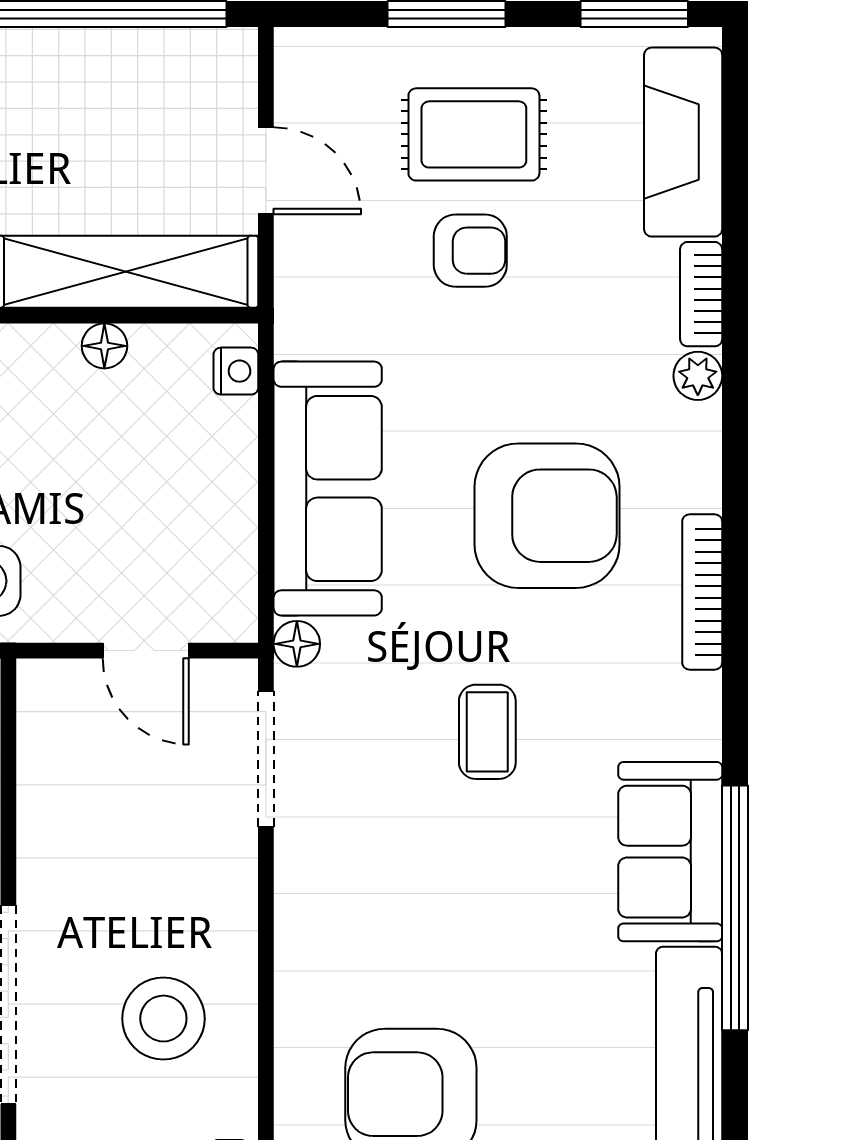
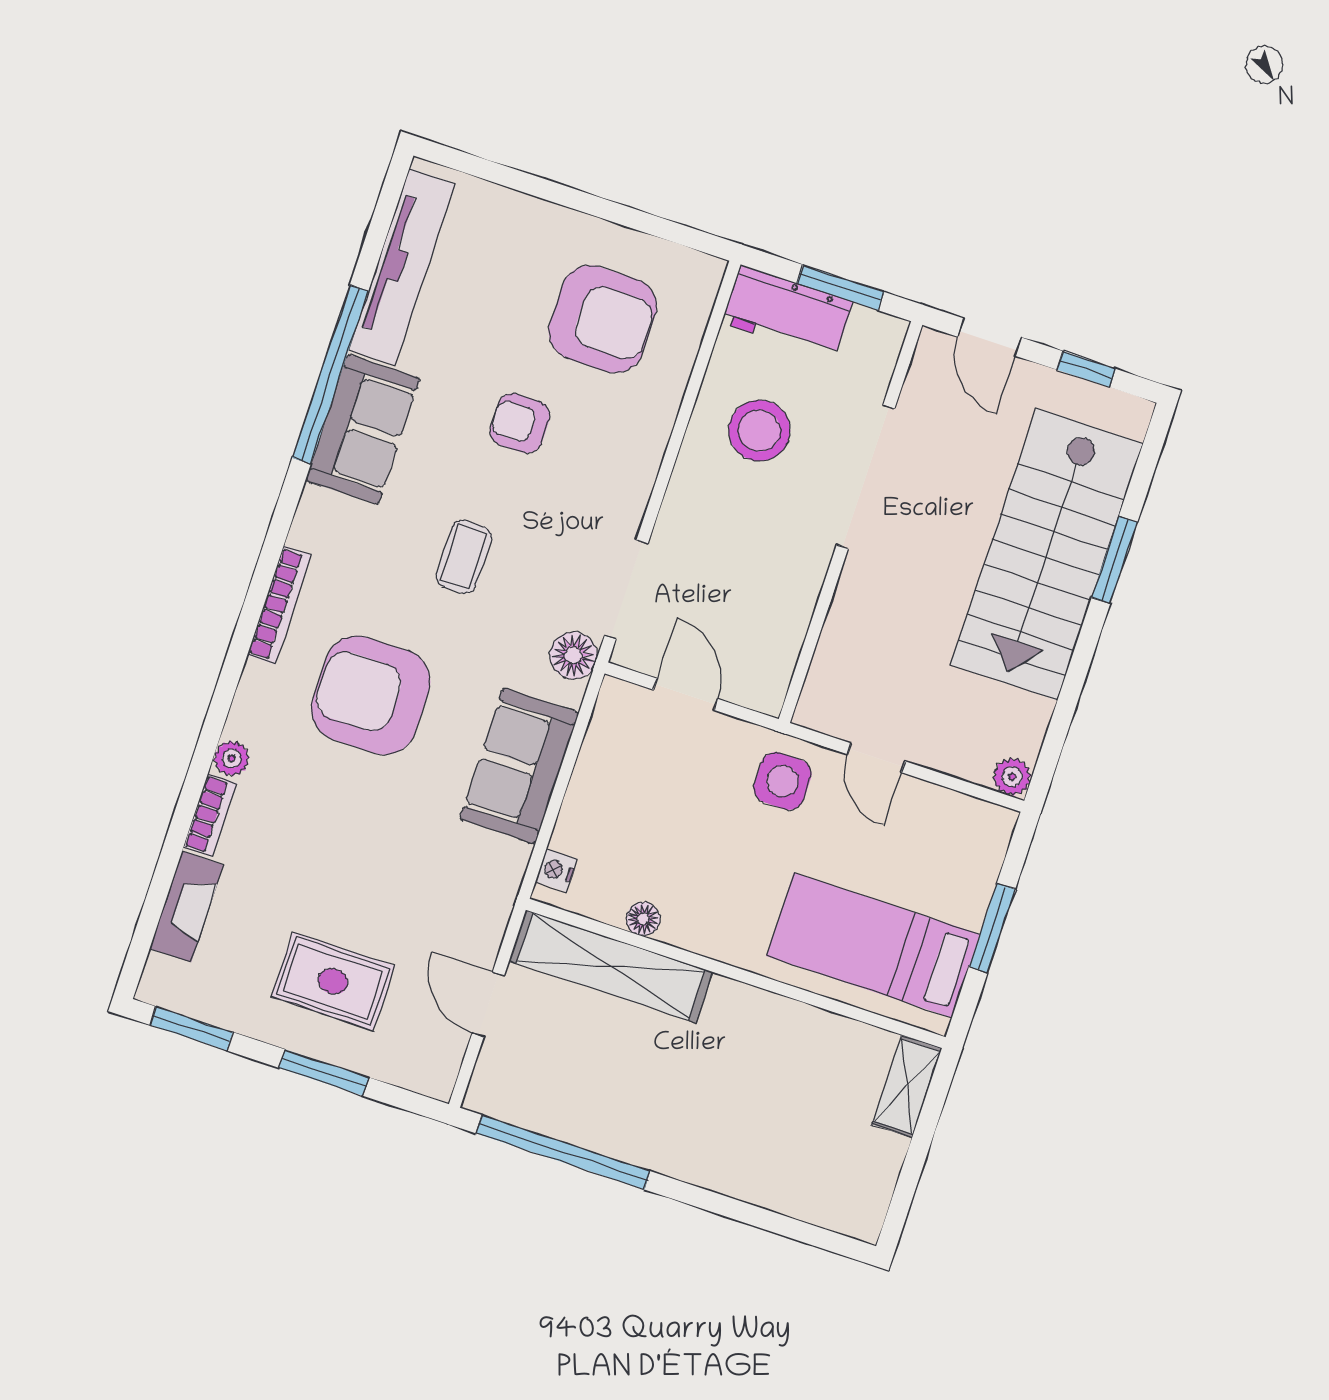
fireplace: (683, 142) -> (186, 907), width x0.73, depth x0.76
armchair: (470, 251) -> (520, 423), moved
sofa: (328, 489) -> (519, 766), width x0.73
floor lamp: (297, 644) -> (573, 655), width x1.37, depth x1.37

